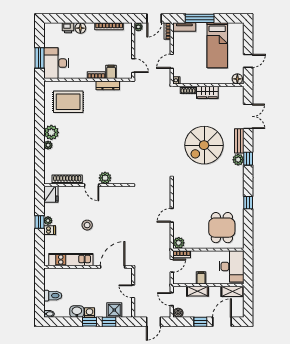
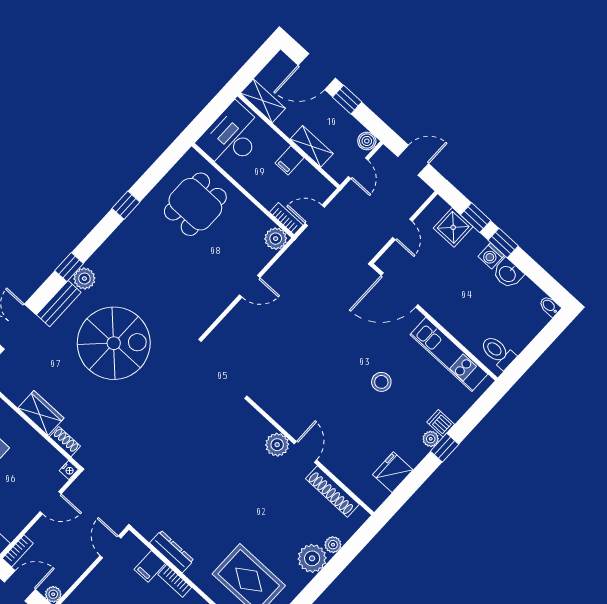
plant: (105, 178) -> (277, 445), moved
shoe rack: (67, 179) -> (332, 491), moved
wall: (88, 185) -> (311, 457), moved
door: (92, 185) -> (305, 452), moved
toilet: (53, 296) -> (498, 352), moved

